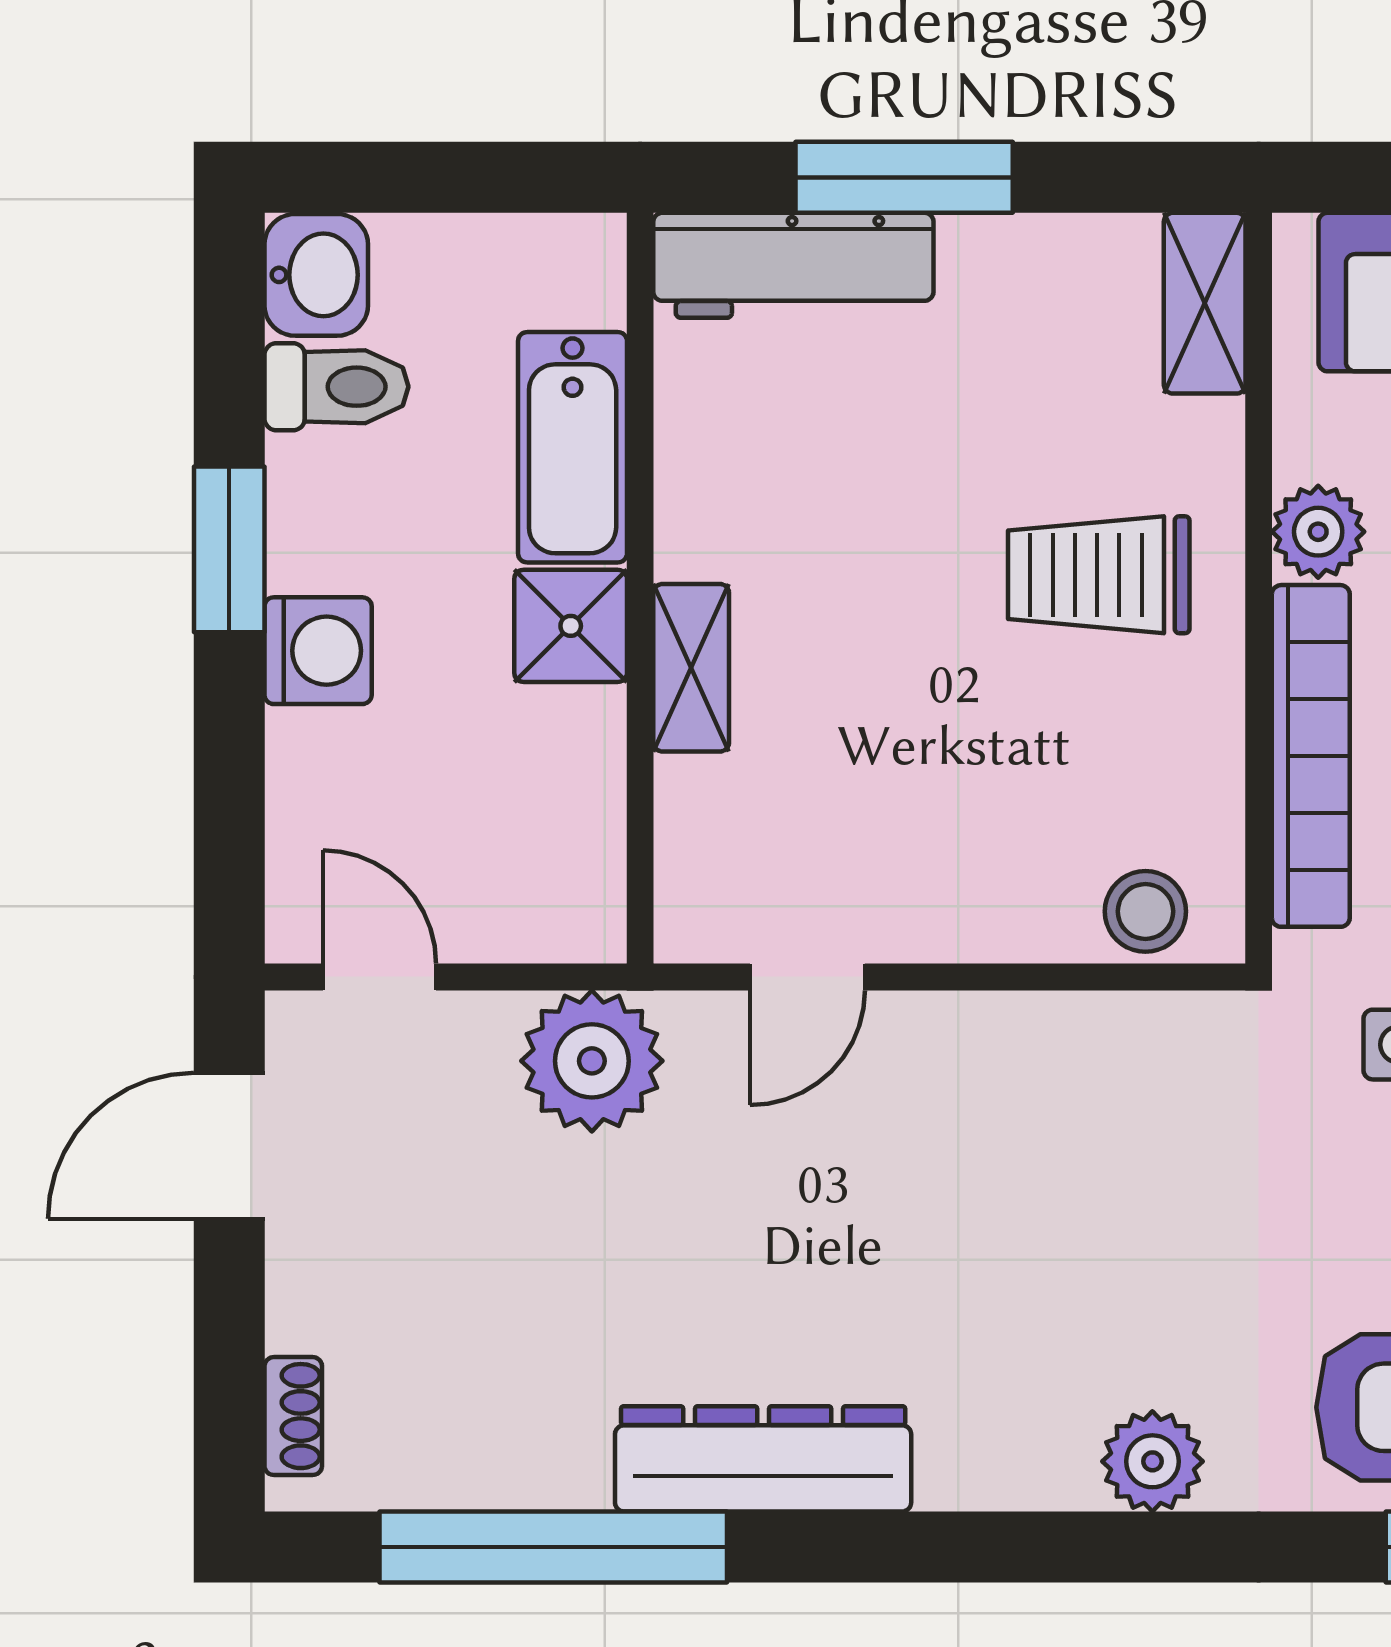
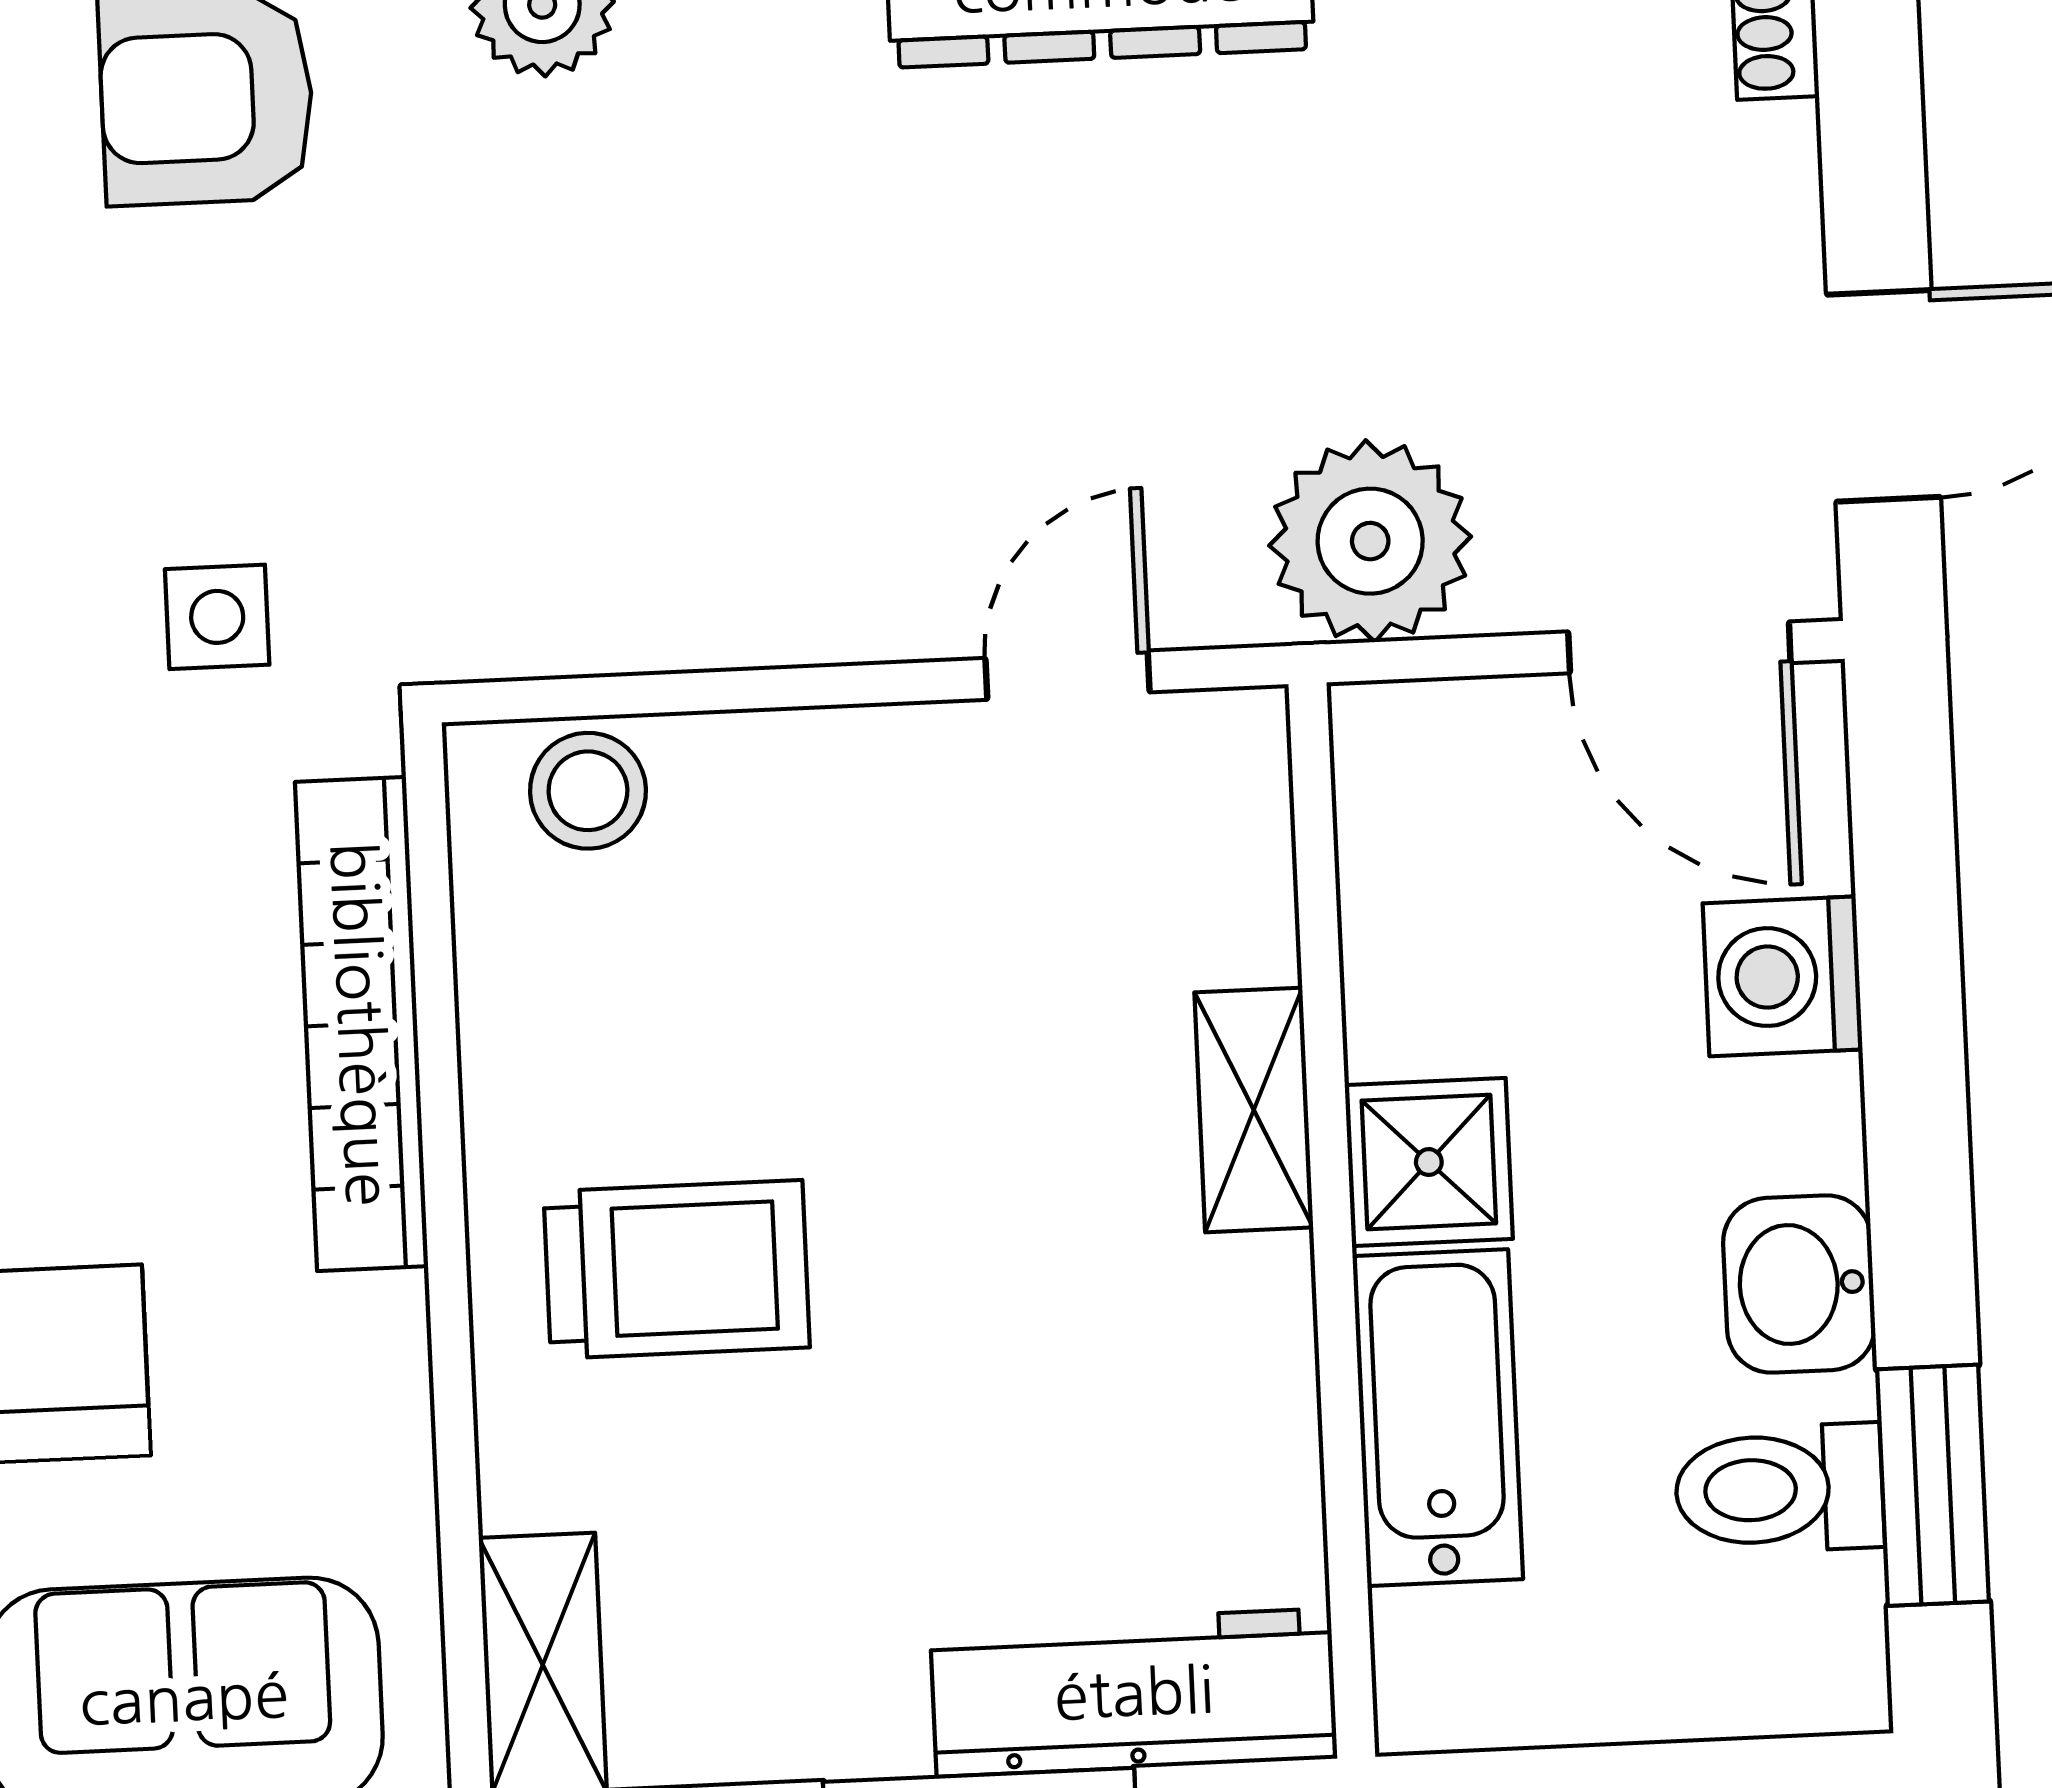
washbasin: (316, 275) -> (1799, 1284), moved
plant: (1318, 532) -> (366, 1345), removed
window: (229, 549) -> (1933, 1485), moved
washing machine: (318, 651) -> (1783, 976), moved
door: (380, 977) -> (1679, 647), width x1.37

